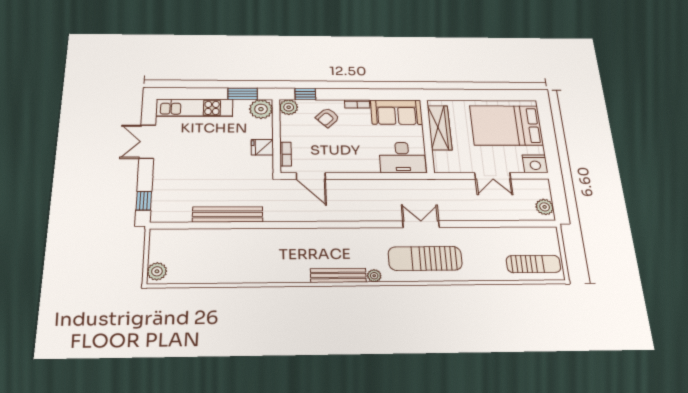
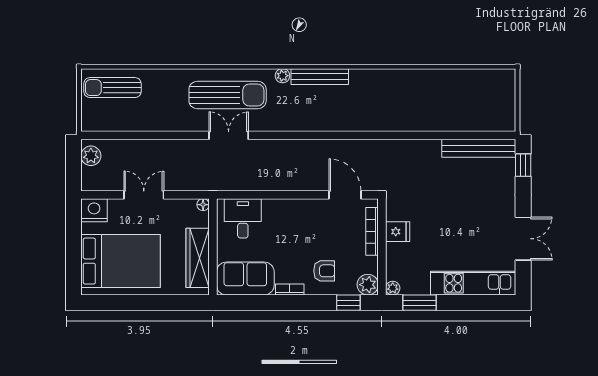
plant: (261, 109) -> (393, 288), width x0.53, depth x0.53
armchair: (327, 118) -> (324, 271), turned 45
bookcase: (286, 154) -> (372, 231), width x1.56
desk: (402, 158) -> (243, 218), width x0.73
floor lamp: (439, 168) -> (203, 205), added
bench: (228, 214) -> (479, 148), moved
double door: (421, 224) -> (229, 135), swing flipped
plant: (157, 271) -> (506, 83), removed

